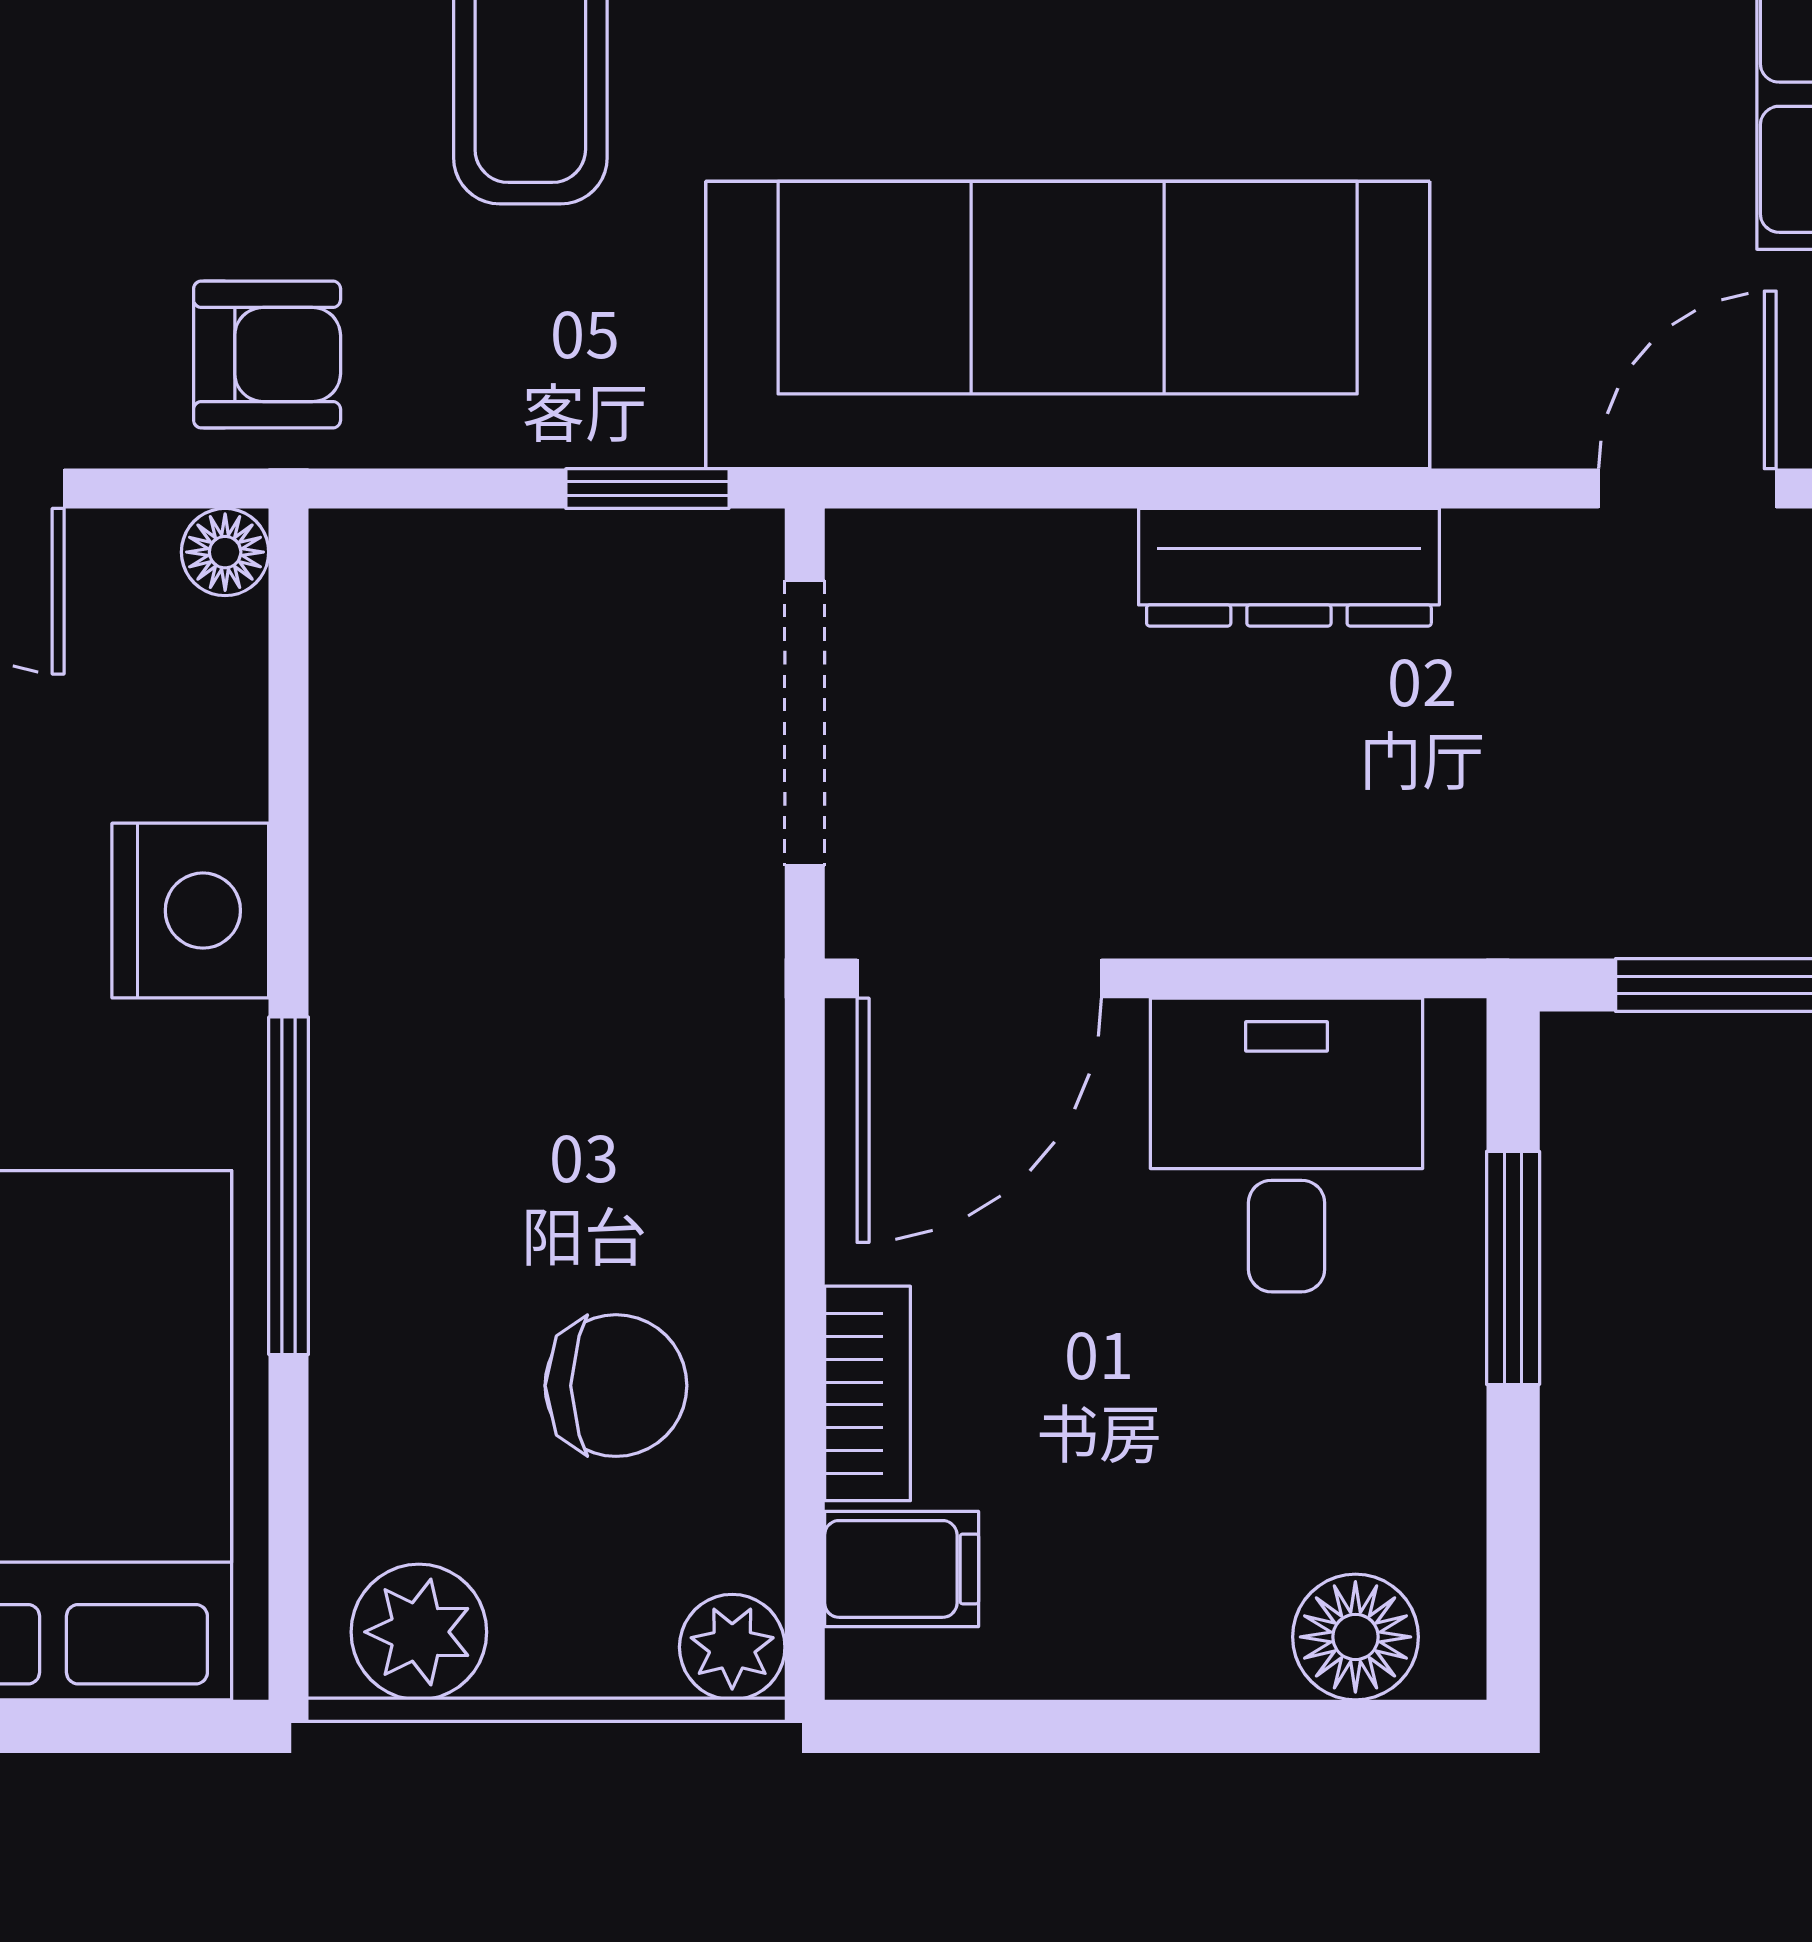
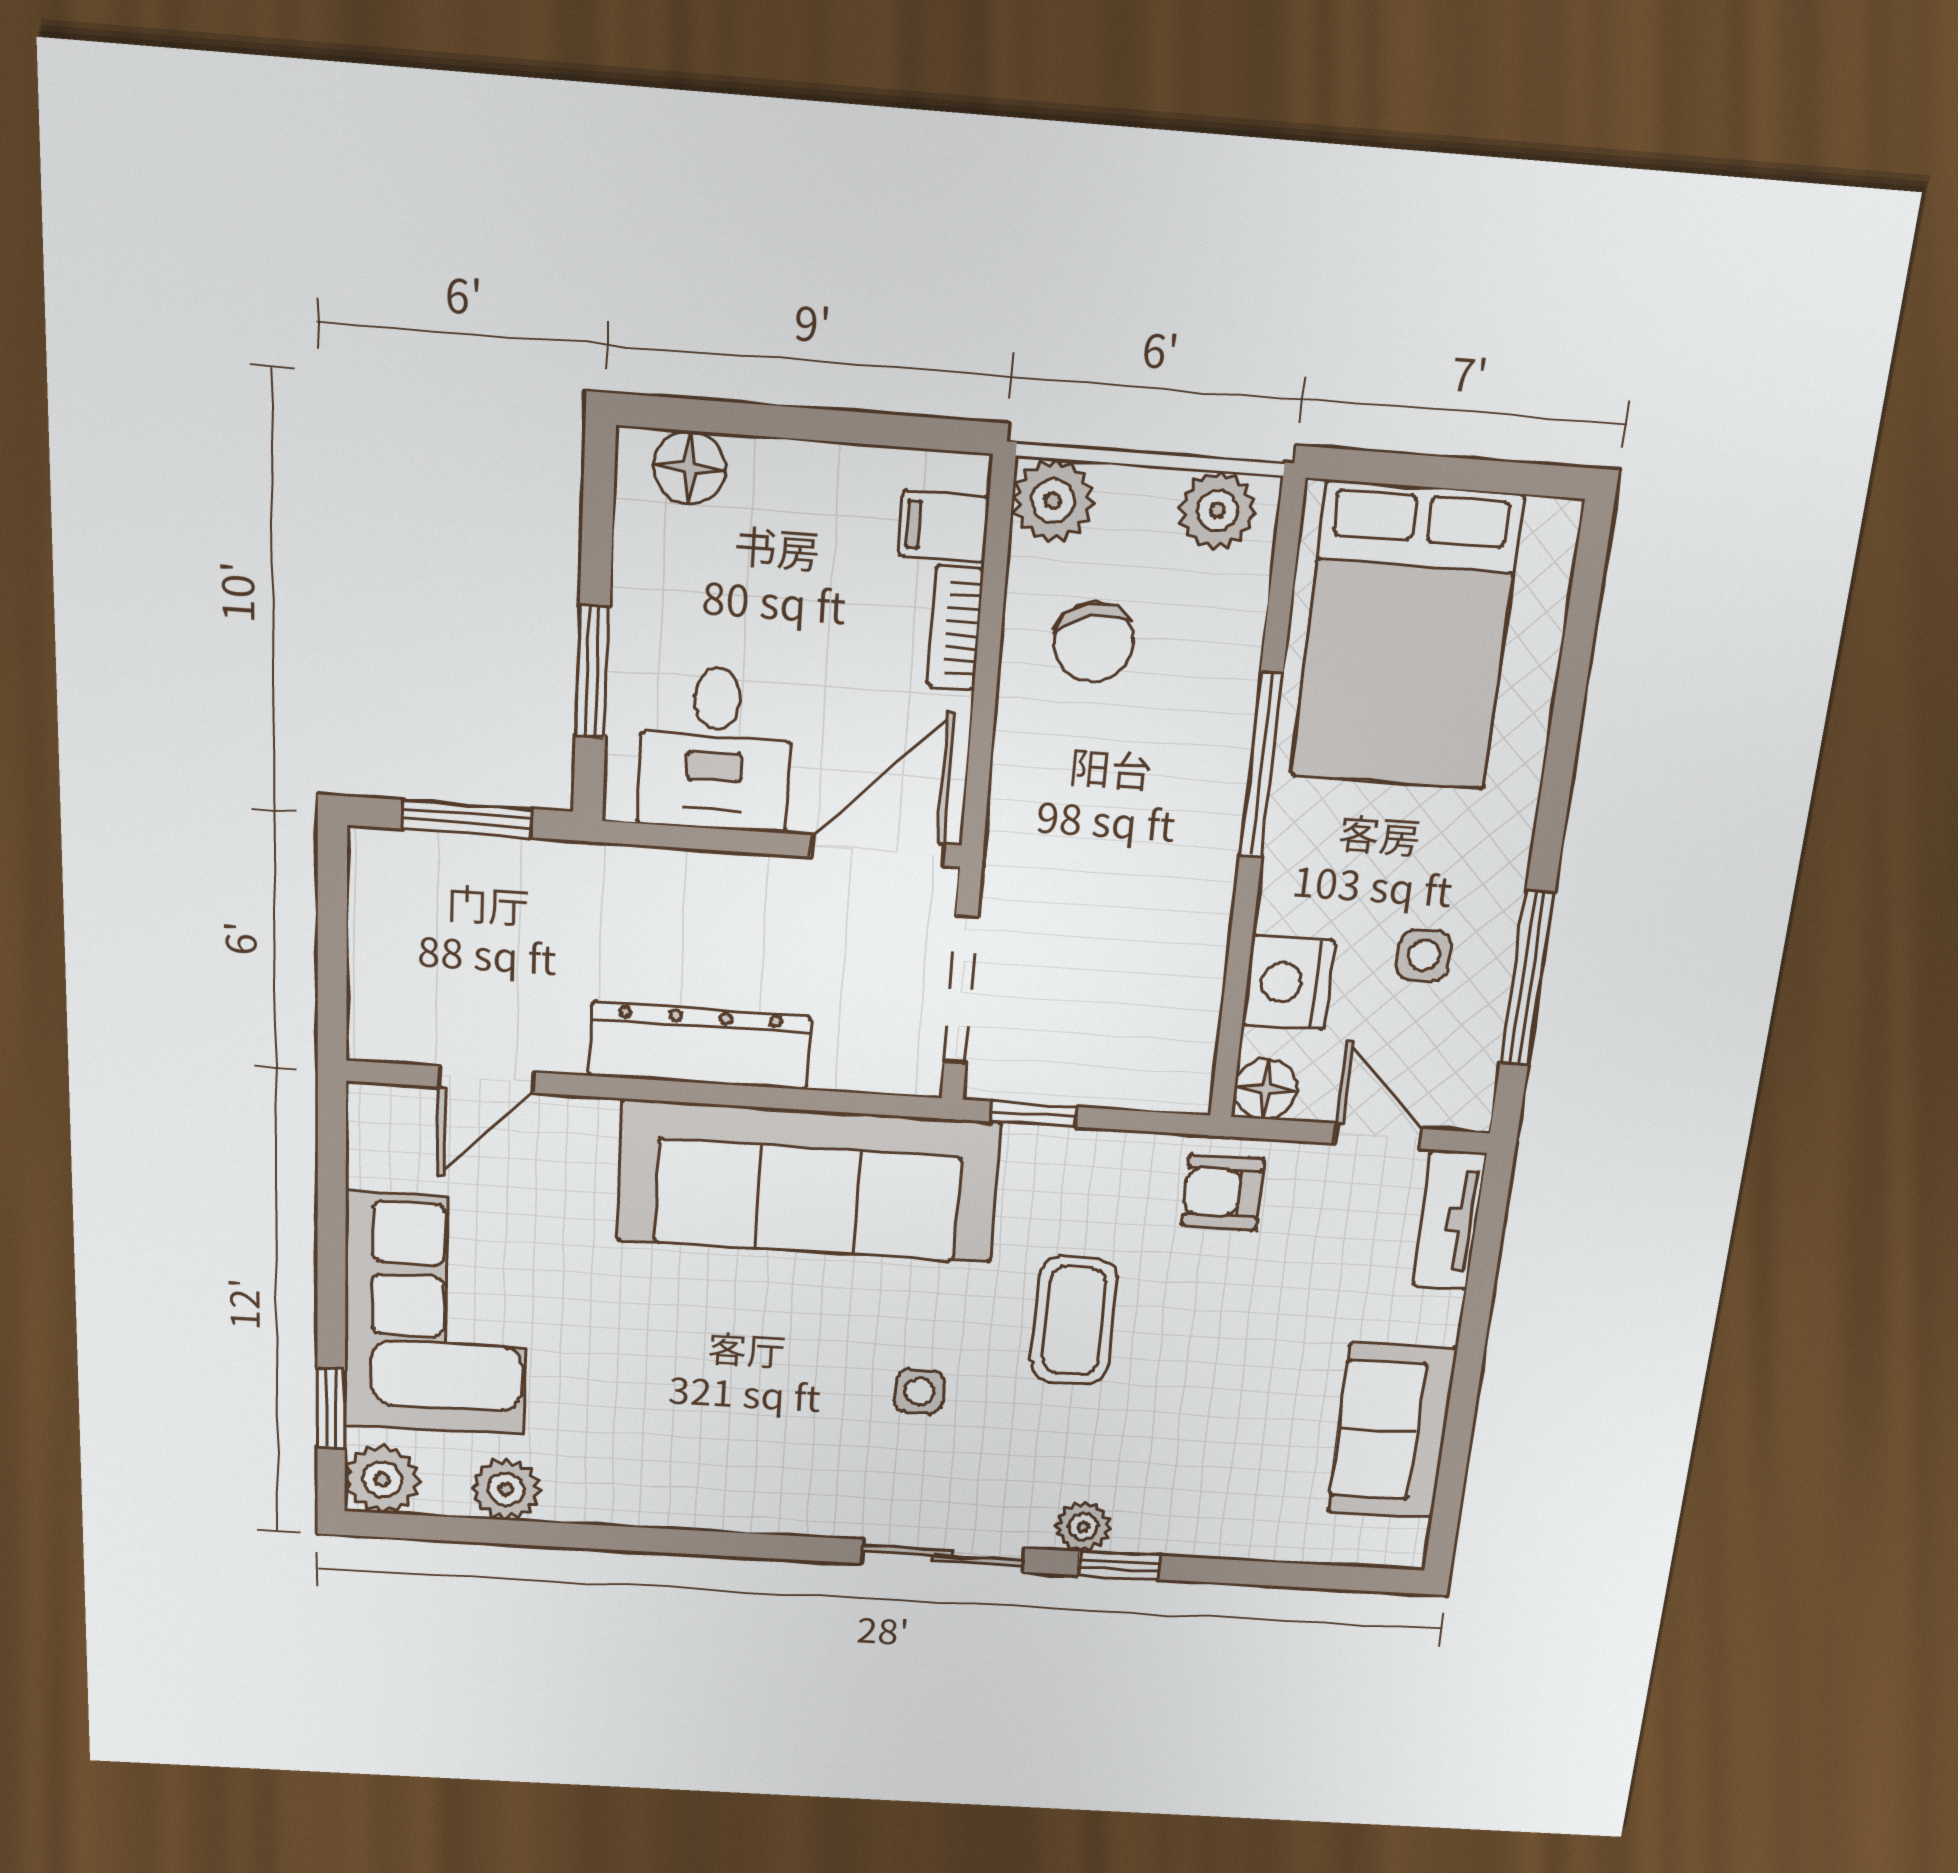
floor lamp: (225, 552) -> (1266, 1089), width x1.37, depth x1.37
dresser: (1289, 567) -> (699, 1046), width x1.37, depth x1.24
nightstand: (190, 911) -> (1288, 982), moved
chair: (616, 1386) -> (1094, 642), turned -102
plant: (732, 1647) -> (1053, 501), width x1.38, depth x1.38

